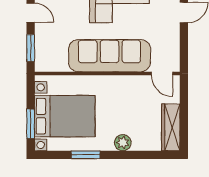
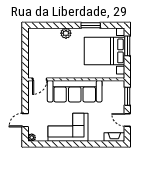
door: (162, 73) -> (40, 79), swing flipped
wardrobe: (171, 127) -> (34, 43), removed

